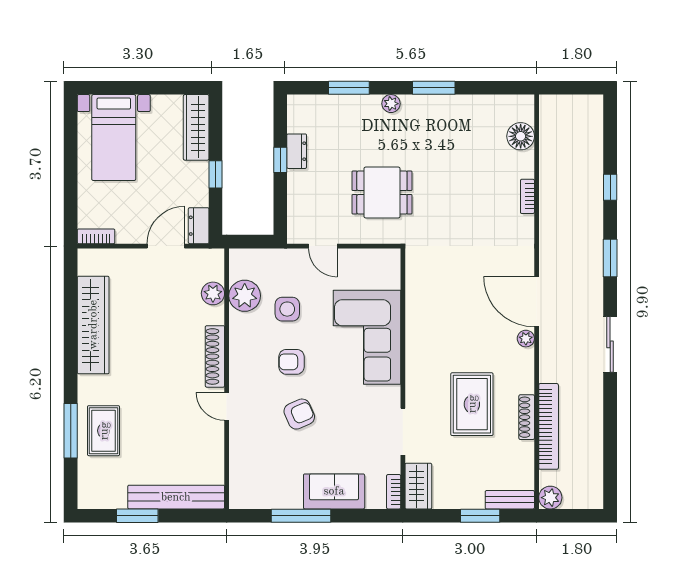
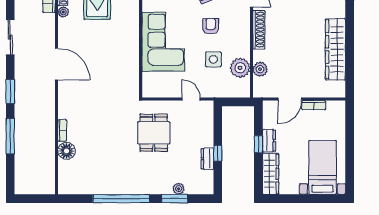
window: (434, 88) -> (121, 199), width x2.11
plant: (391, 104) -> (179, 189), moved
floor lamp: (521, 136) -> (67, 151), moved
window: (610, 187) -> (10, 136), width x2.17
dining table: (382, 193) -> (154, 133), turned 90
dresser: (199, 226) -> (269, 141), moved
bookcase: (96, 236) -> (314, 105), moved
plant: (526, 339) -> (63, 12), moved
armchair: (291, 362) -> (211, 26), turned -90

